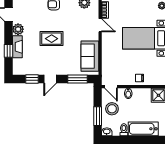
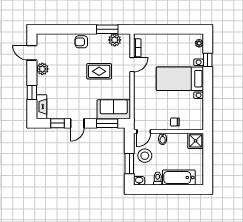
door: (100, 25) -> (132, 65), hinge flipped
rug: (52, 39) -> (99, 71), moved
fireplace: (17, 47) -> (42, 107), moved
sofa: (90, 56) -> (114, 109), moved, turned 90
door: (111, 87) -> (144, 131), hinge flipped

